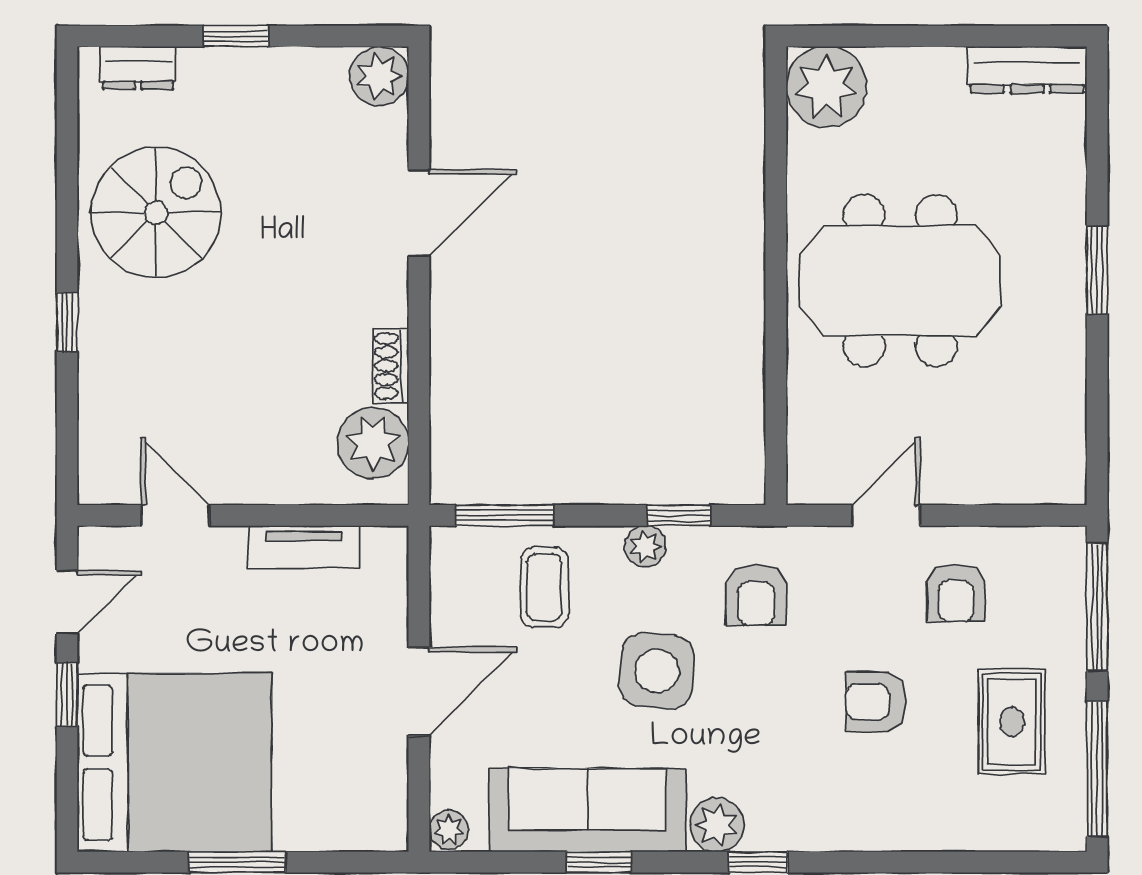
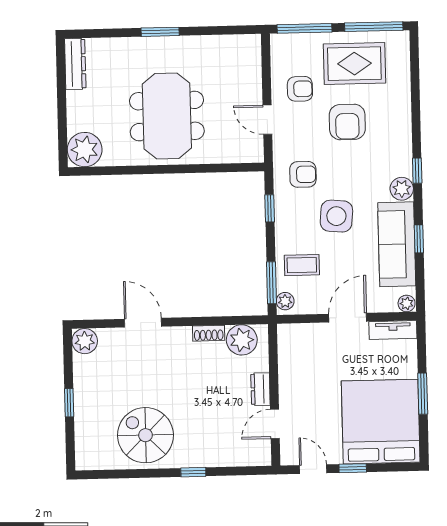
dresser: (138, 68) -> (260, 389), moved, turned 180
plant: (645, 546) -> (285, 301), moved
tv unit: (304, 547) -> (393, 330), moved, turned 90
door: (419, 692) -> (348, 318), hinge flipped
armchair: (876, 702) -> (347, 122), width x1.38, depth x1.38
rug: (1012, 722) -> (354, 64), width x1.36, depth x1.43

